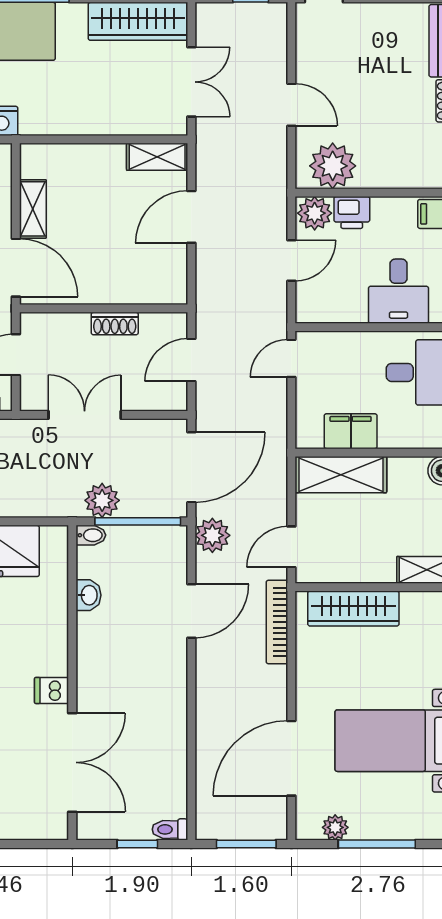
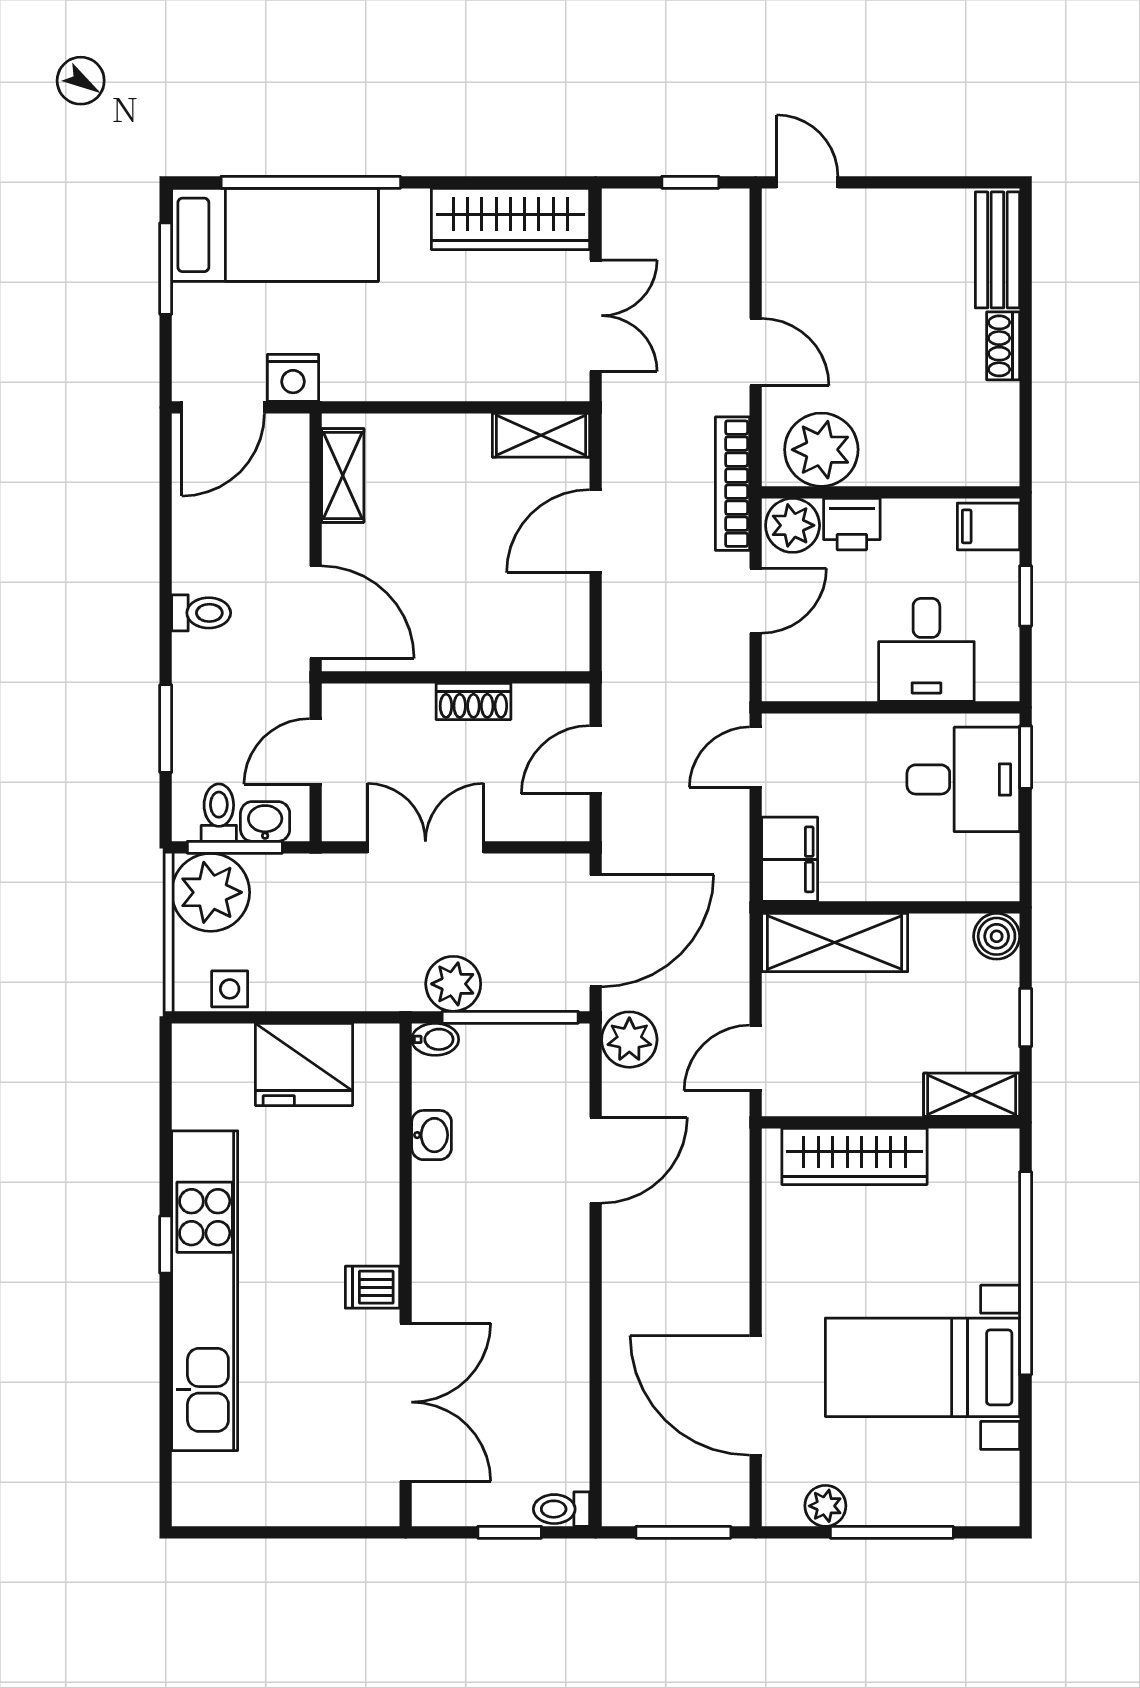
shelving: (33, 209) -> (343, 475), moved
filing cabinet: (351, 431) -> (790, 859), moved, turned 90
bookcase: (277, 622) -> (732, 484), moved
door: (291, 758) -> (756, 1395), hinge flipped

